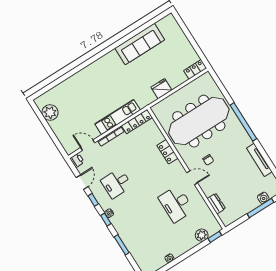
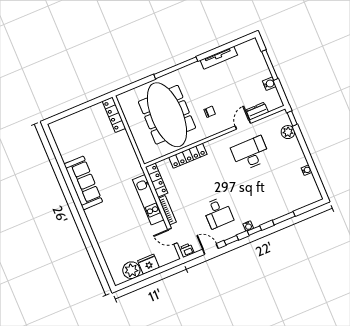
sofa: (140, 44) -> (83, 183), moved
locker: (195, 69) -> (114, 115), width x1.53
fridge: (161, 89) -> (149, 264), moved, turned 90
door: (88, 145) -> (173, 236), hinge flipped
locker: (167, 152) -> (188, 156), width x1.53
door: (192, 178) -> (243, 125), moved
water cooler: (263, 198) -> (269, 84), moved
desk: (176, 204) -> (250, 153), turned 180

